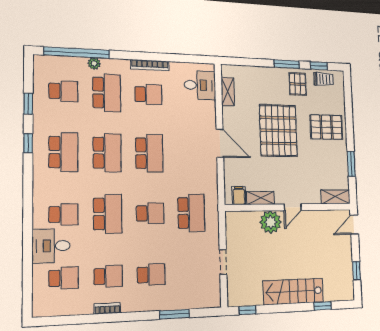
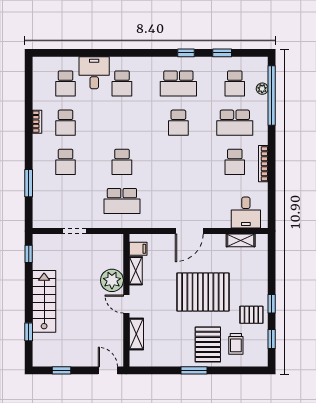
plant: (94, 63) -> (262, 89), moved
window: (287, 64) -> (272, 304), width x0.67
trolley: (324, 79) -> (236, 344), moved
school desk: (107, 153) -> (178, 123), width x0.54
school desk: (149, 153) -> (178, 162), removed
window: (351, 164) -> (194, 370), moved
shelving: (335, 197) -> (136, 334), moved
school desk: (108, 214) -> (122, 123), removed

